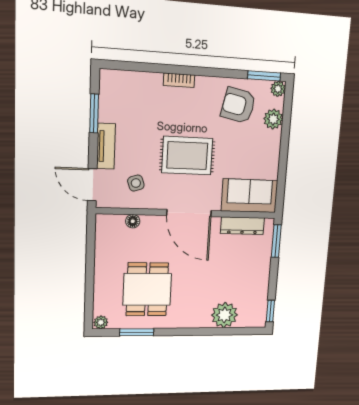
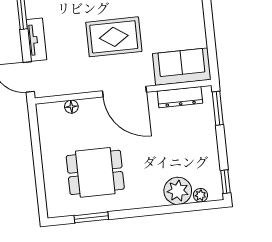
side table: (136, 183) -> (69, 70), removed
dining table: (147, 289) -> (95, 172), turned 90
plant: (101, 322) -> (200, 195), moved

